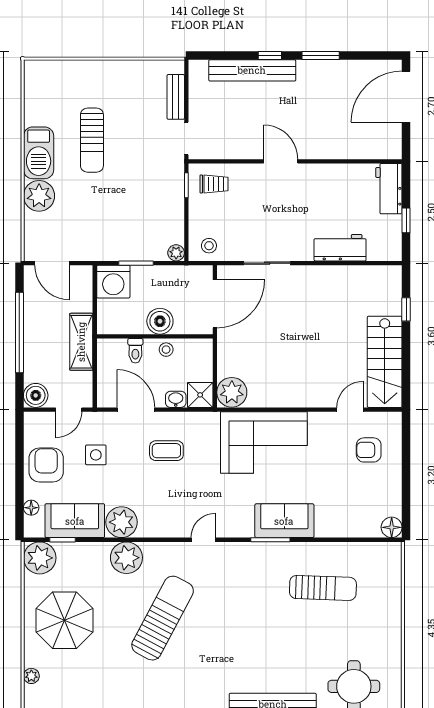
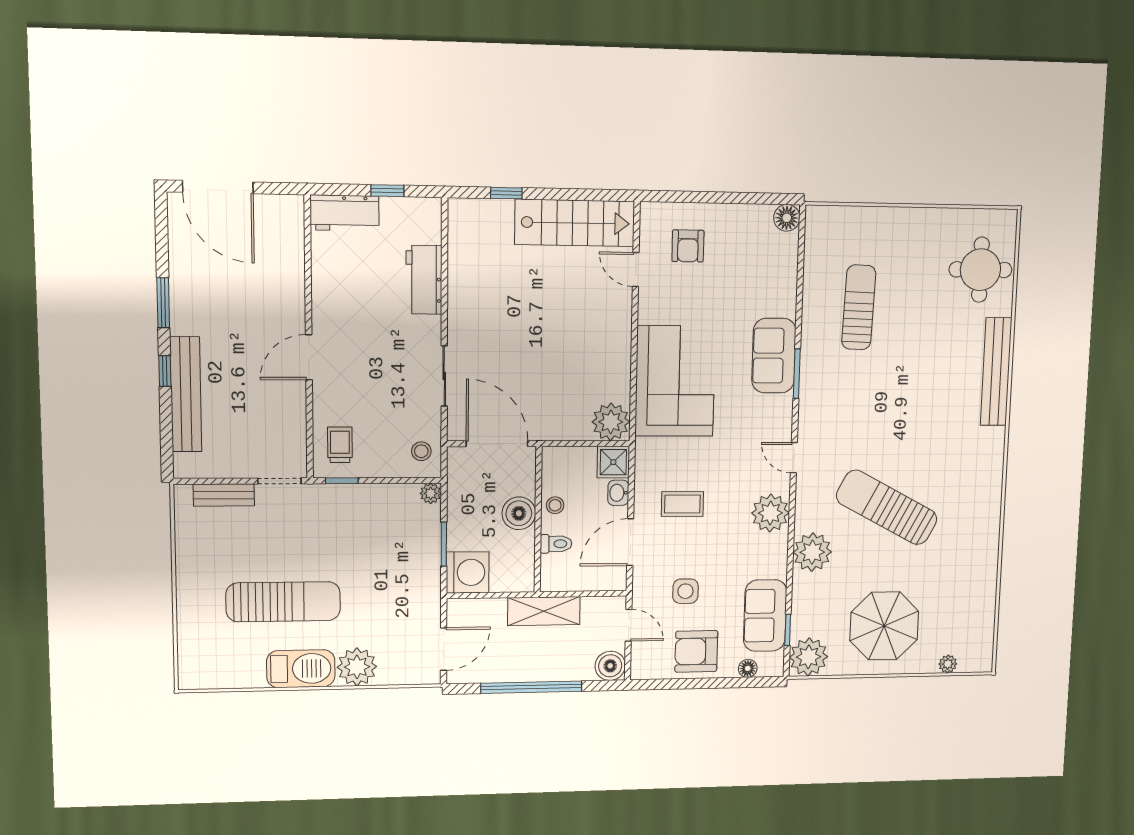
sun lounger: (92, 140) -> (283, 602), width x1.36, depth x1.34
coffee table: (166, 451) -> (682, 504), turned 90
plant: (122, 522) -> (770, 513), moved

